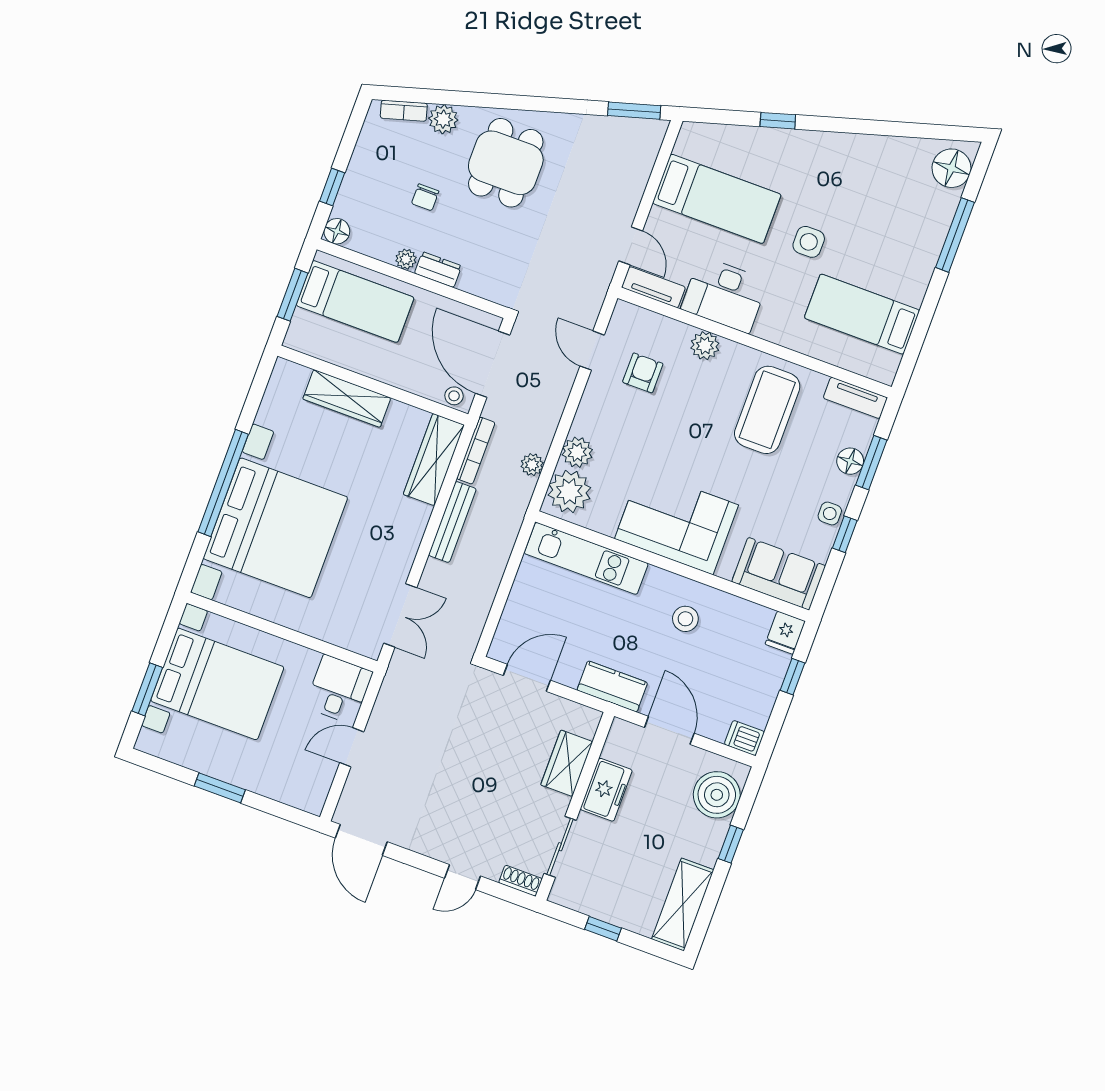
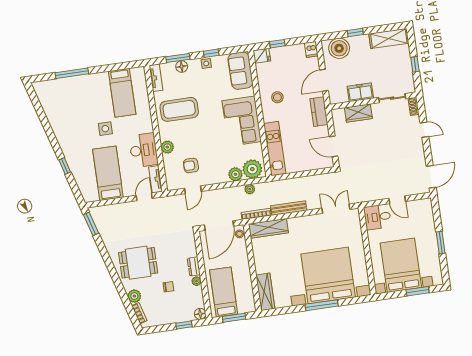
floor lamp: (951, 168) -> (47, 89), removed
wardrobe: (347, 398) -> (265, 292), moved
window: (223, 483) -> (322, 305), width x0.68

